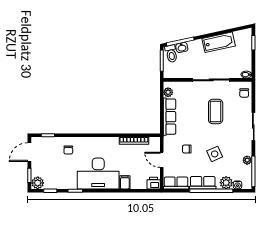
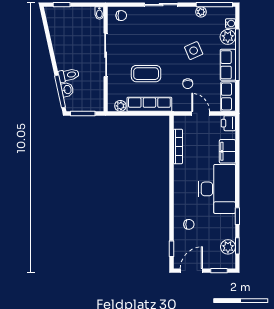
bathtub: (219, 42) -> (61, 46), removed
toilet: (171, 54) -> (69, 75), moved
coffee table: (216, 111) -> (146, 74), moved
door: (29, 152) -> (191, 271), swing flipped
door: (162, 160) -> (201, 113), swing flipped
filing cabinet: (125, 182) -> (227, 151), width x2.00
plant: (38, 183) -> (228, 247), moved

